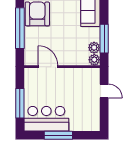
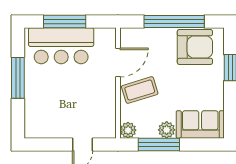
plant: (94, 48) -> (167, 130), moved
coffee table: (67, 52) -> (140, 90), added
bar counter: (46, 119) -> (61, 46), moved, turned 90

